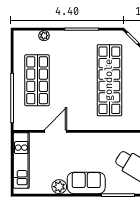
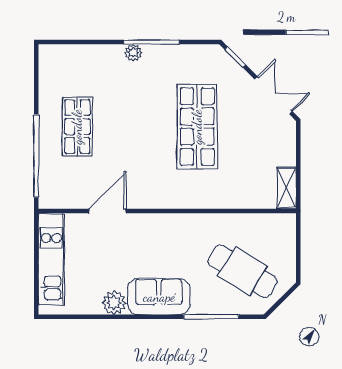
plant: (44, 36) -> (133, 53), moved
shop shelf: (37, 80) -> (77, 127), width x0.70, depth x0.74
shop shelf: (109, 80) -> (197, 127), width x0.71

